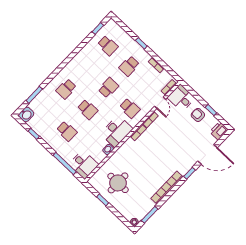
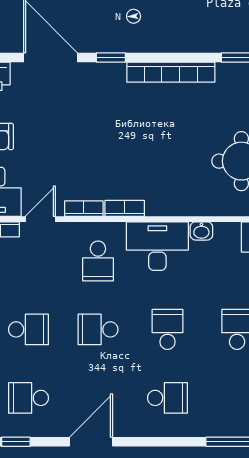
school desk: (108, 46) -> (28, 398), turned -90
door: (75, 52) -> (91, 442), added
school desk: (130, 108) -> (98, 261), turned 180

